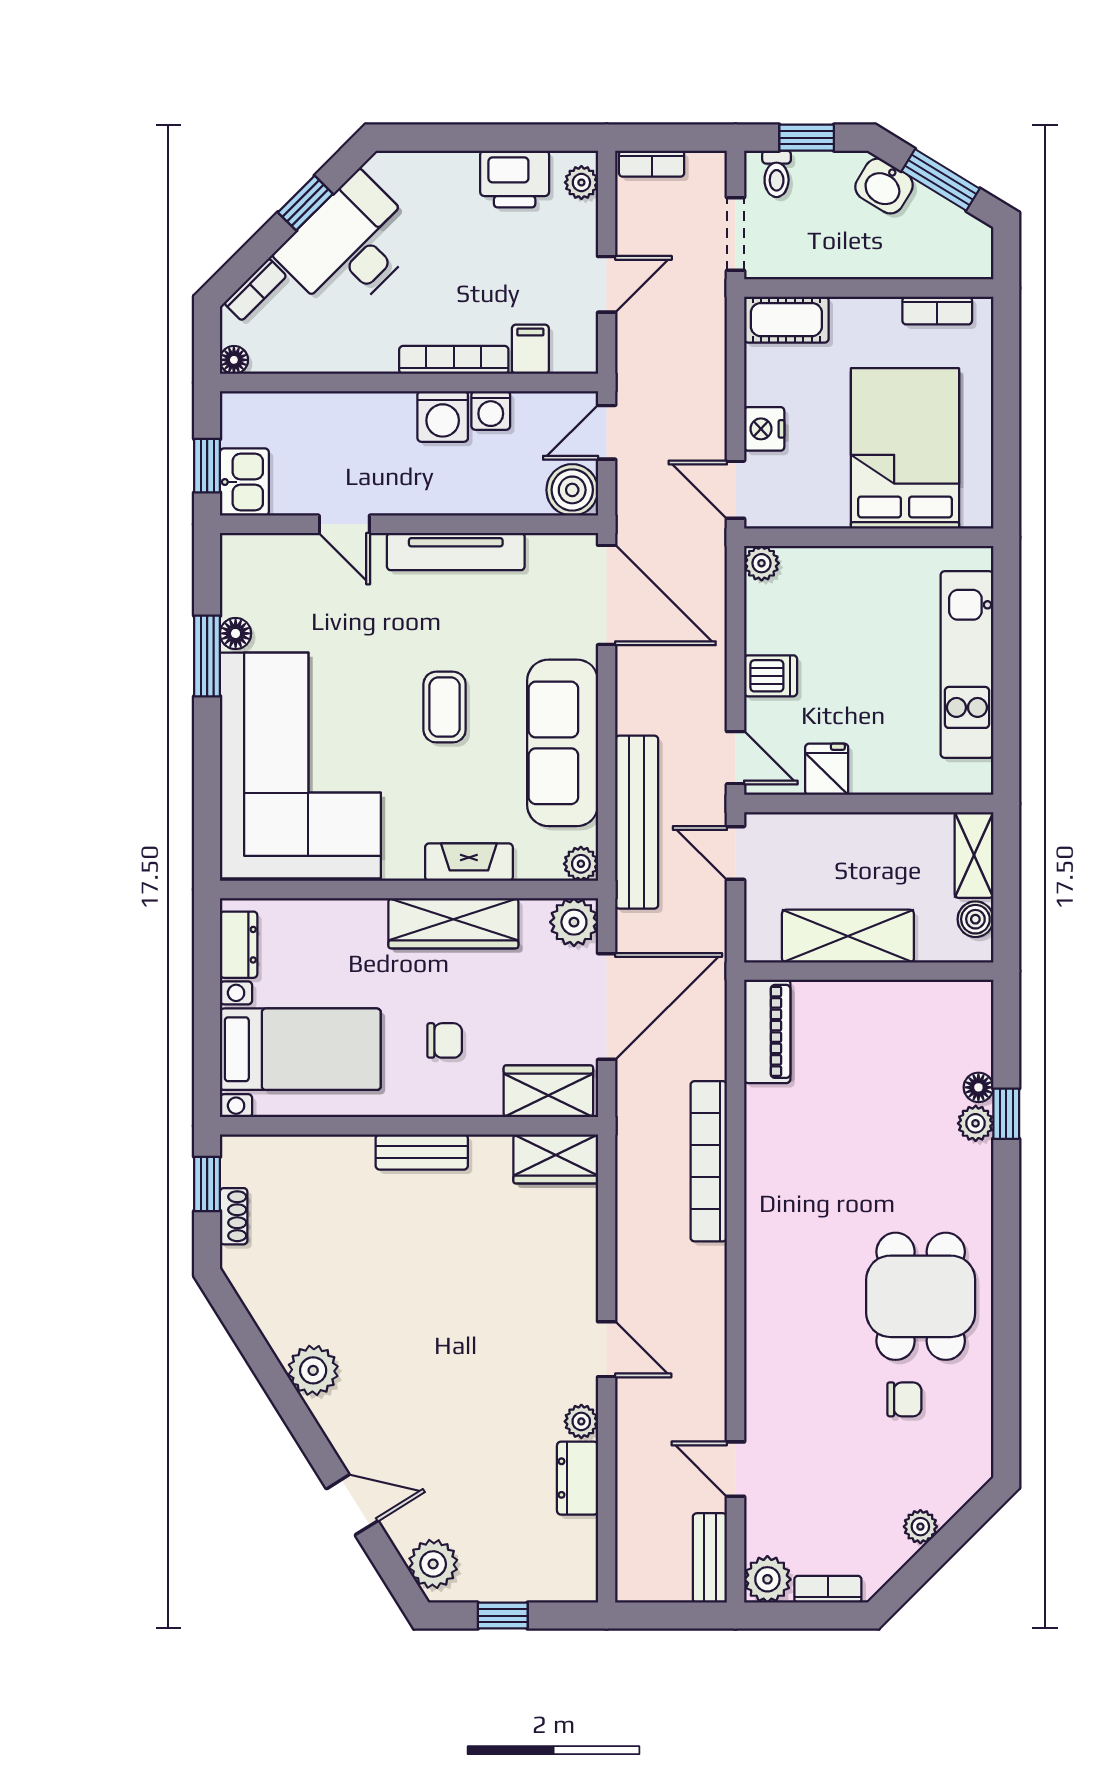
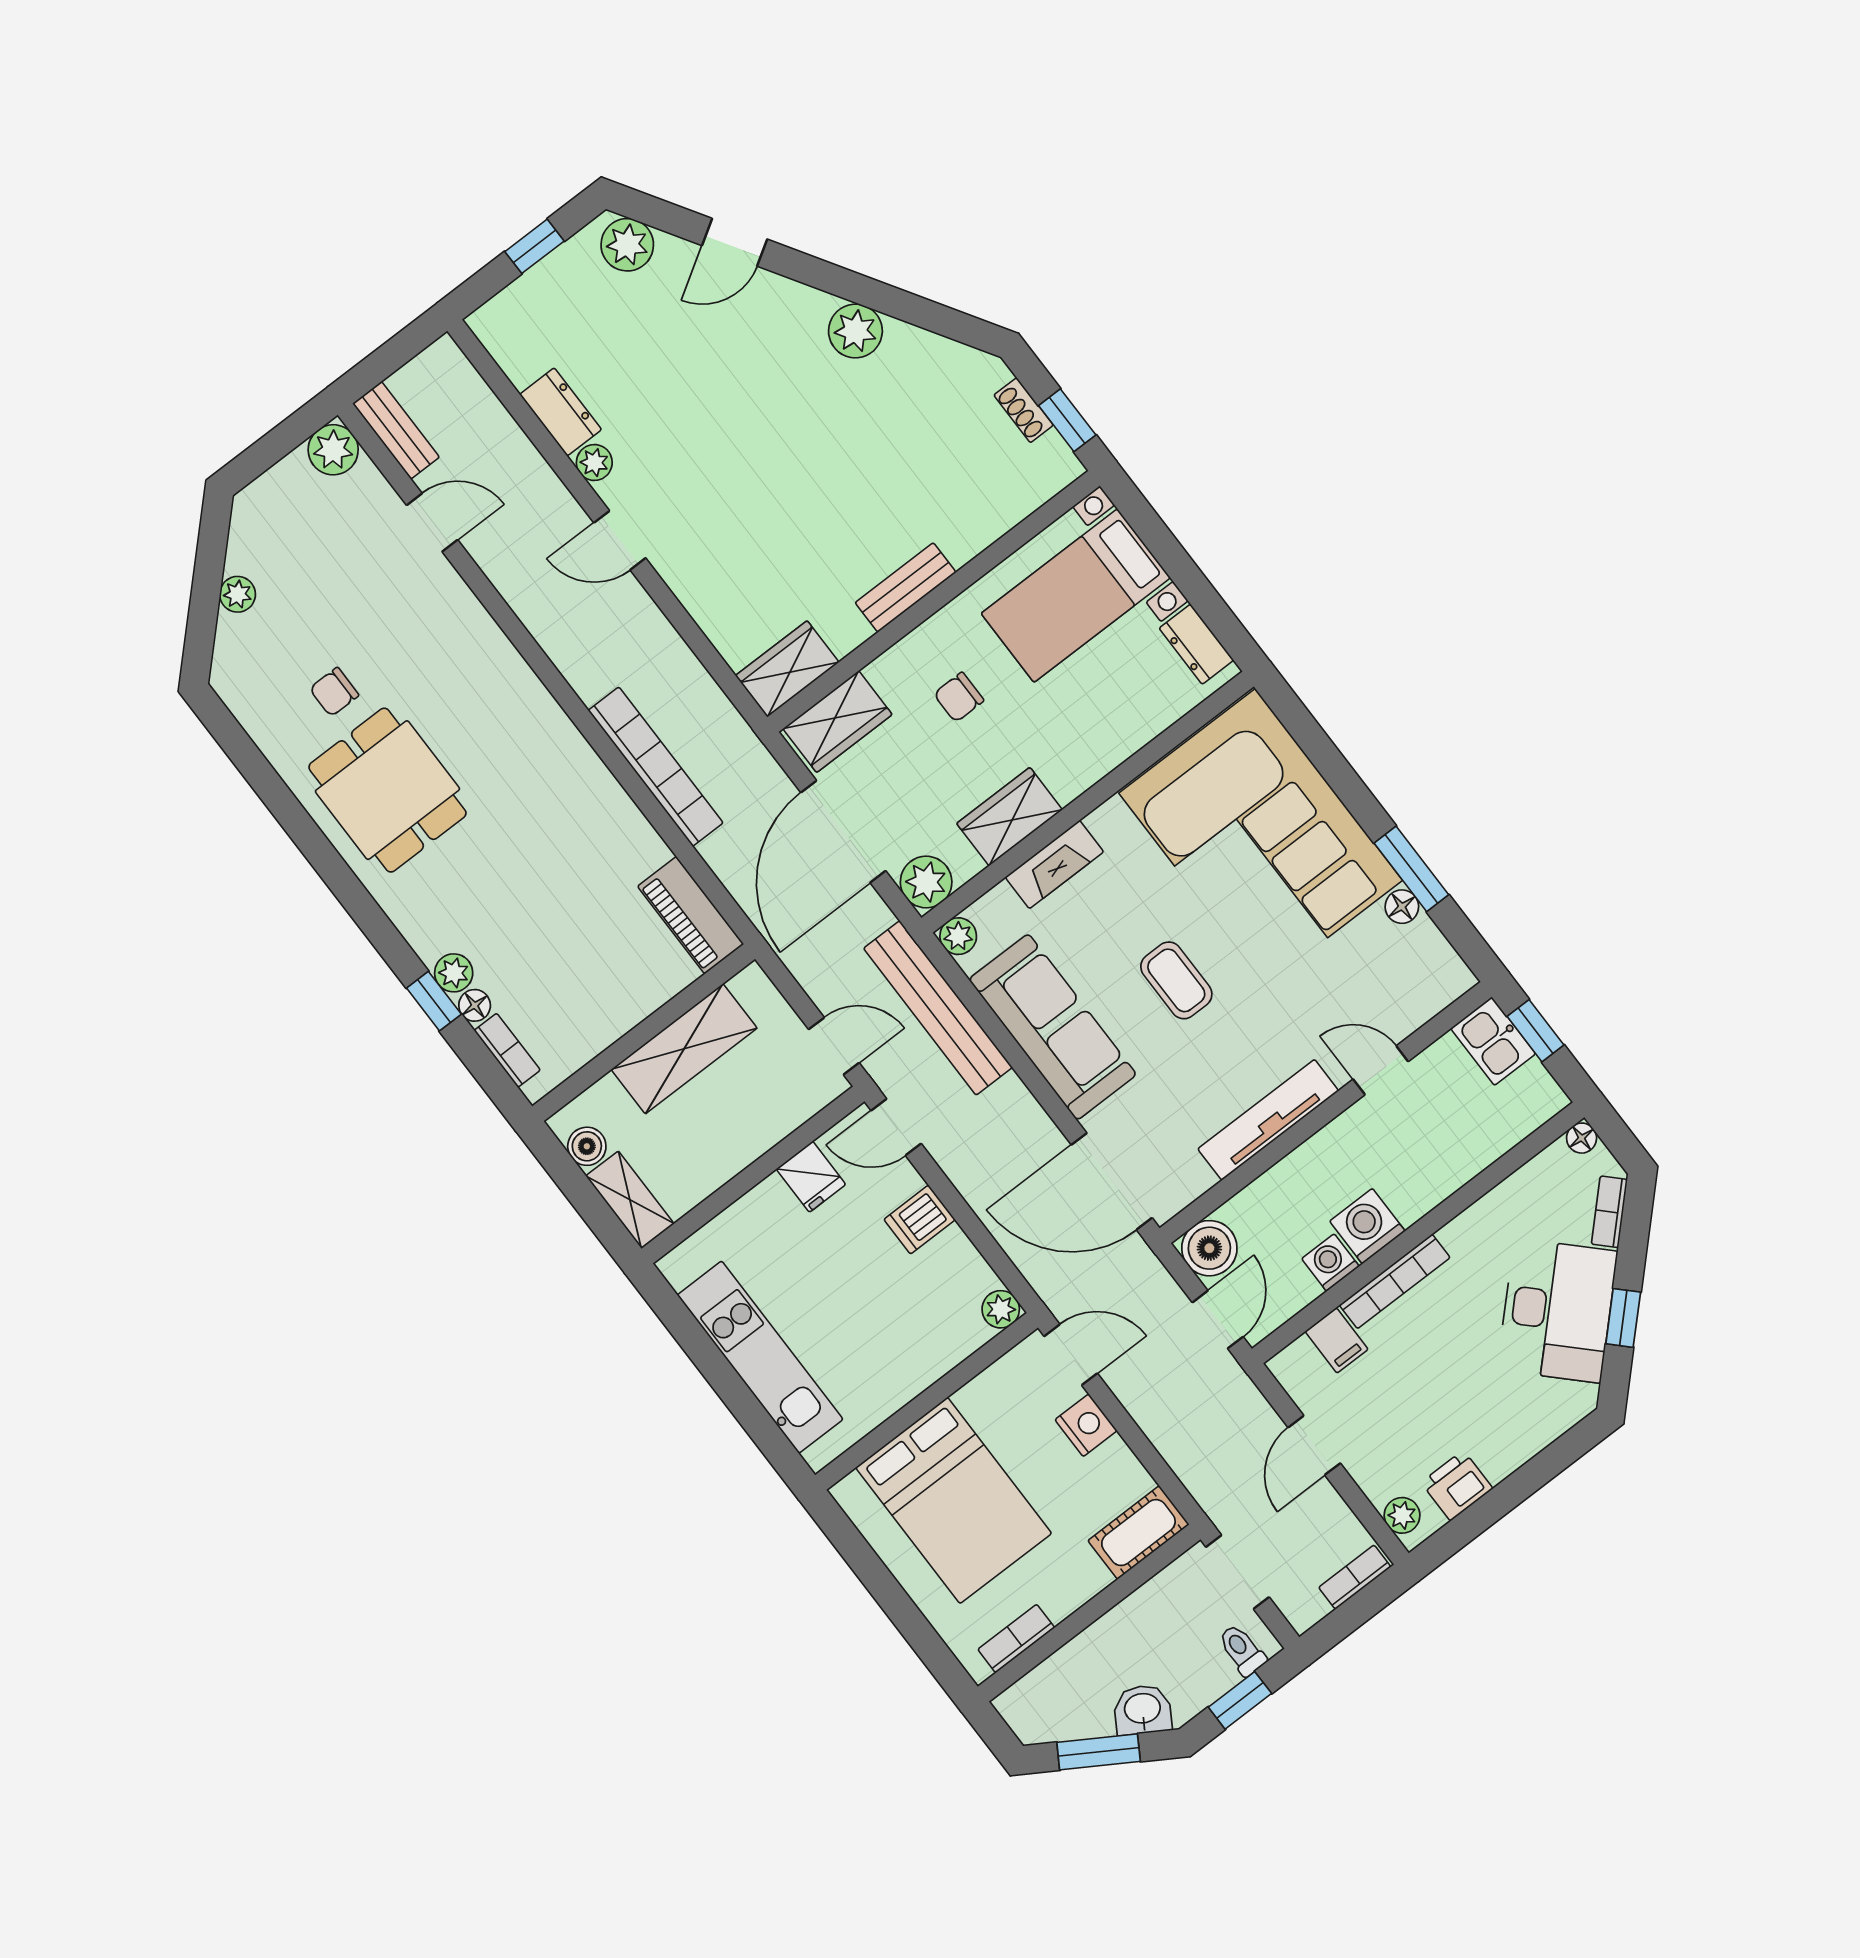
printer: (515, 179) -> (1457, 1485), width x0.73, depth x0.81
wardrobe: (453, 923) -> (1009, 817), width x0.67
bookcase: (828, 1589) -> (507, 1050), moved, turned -90

